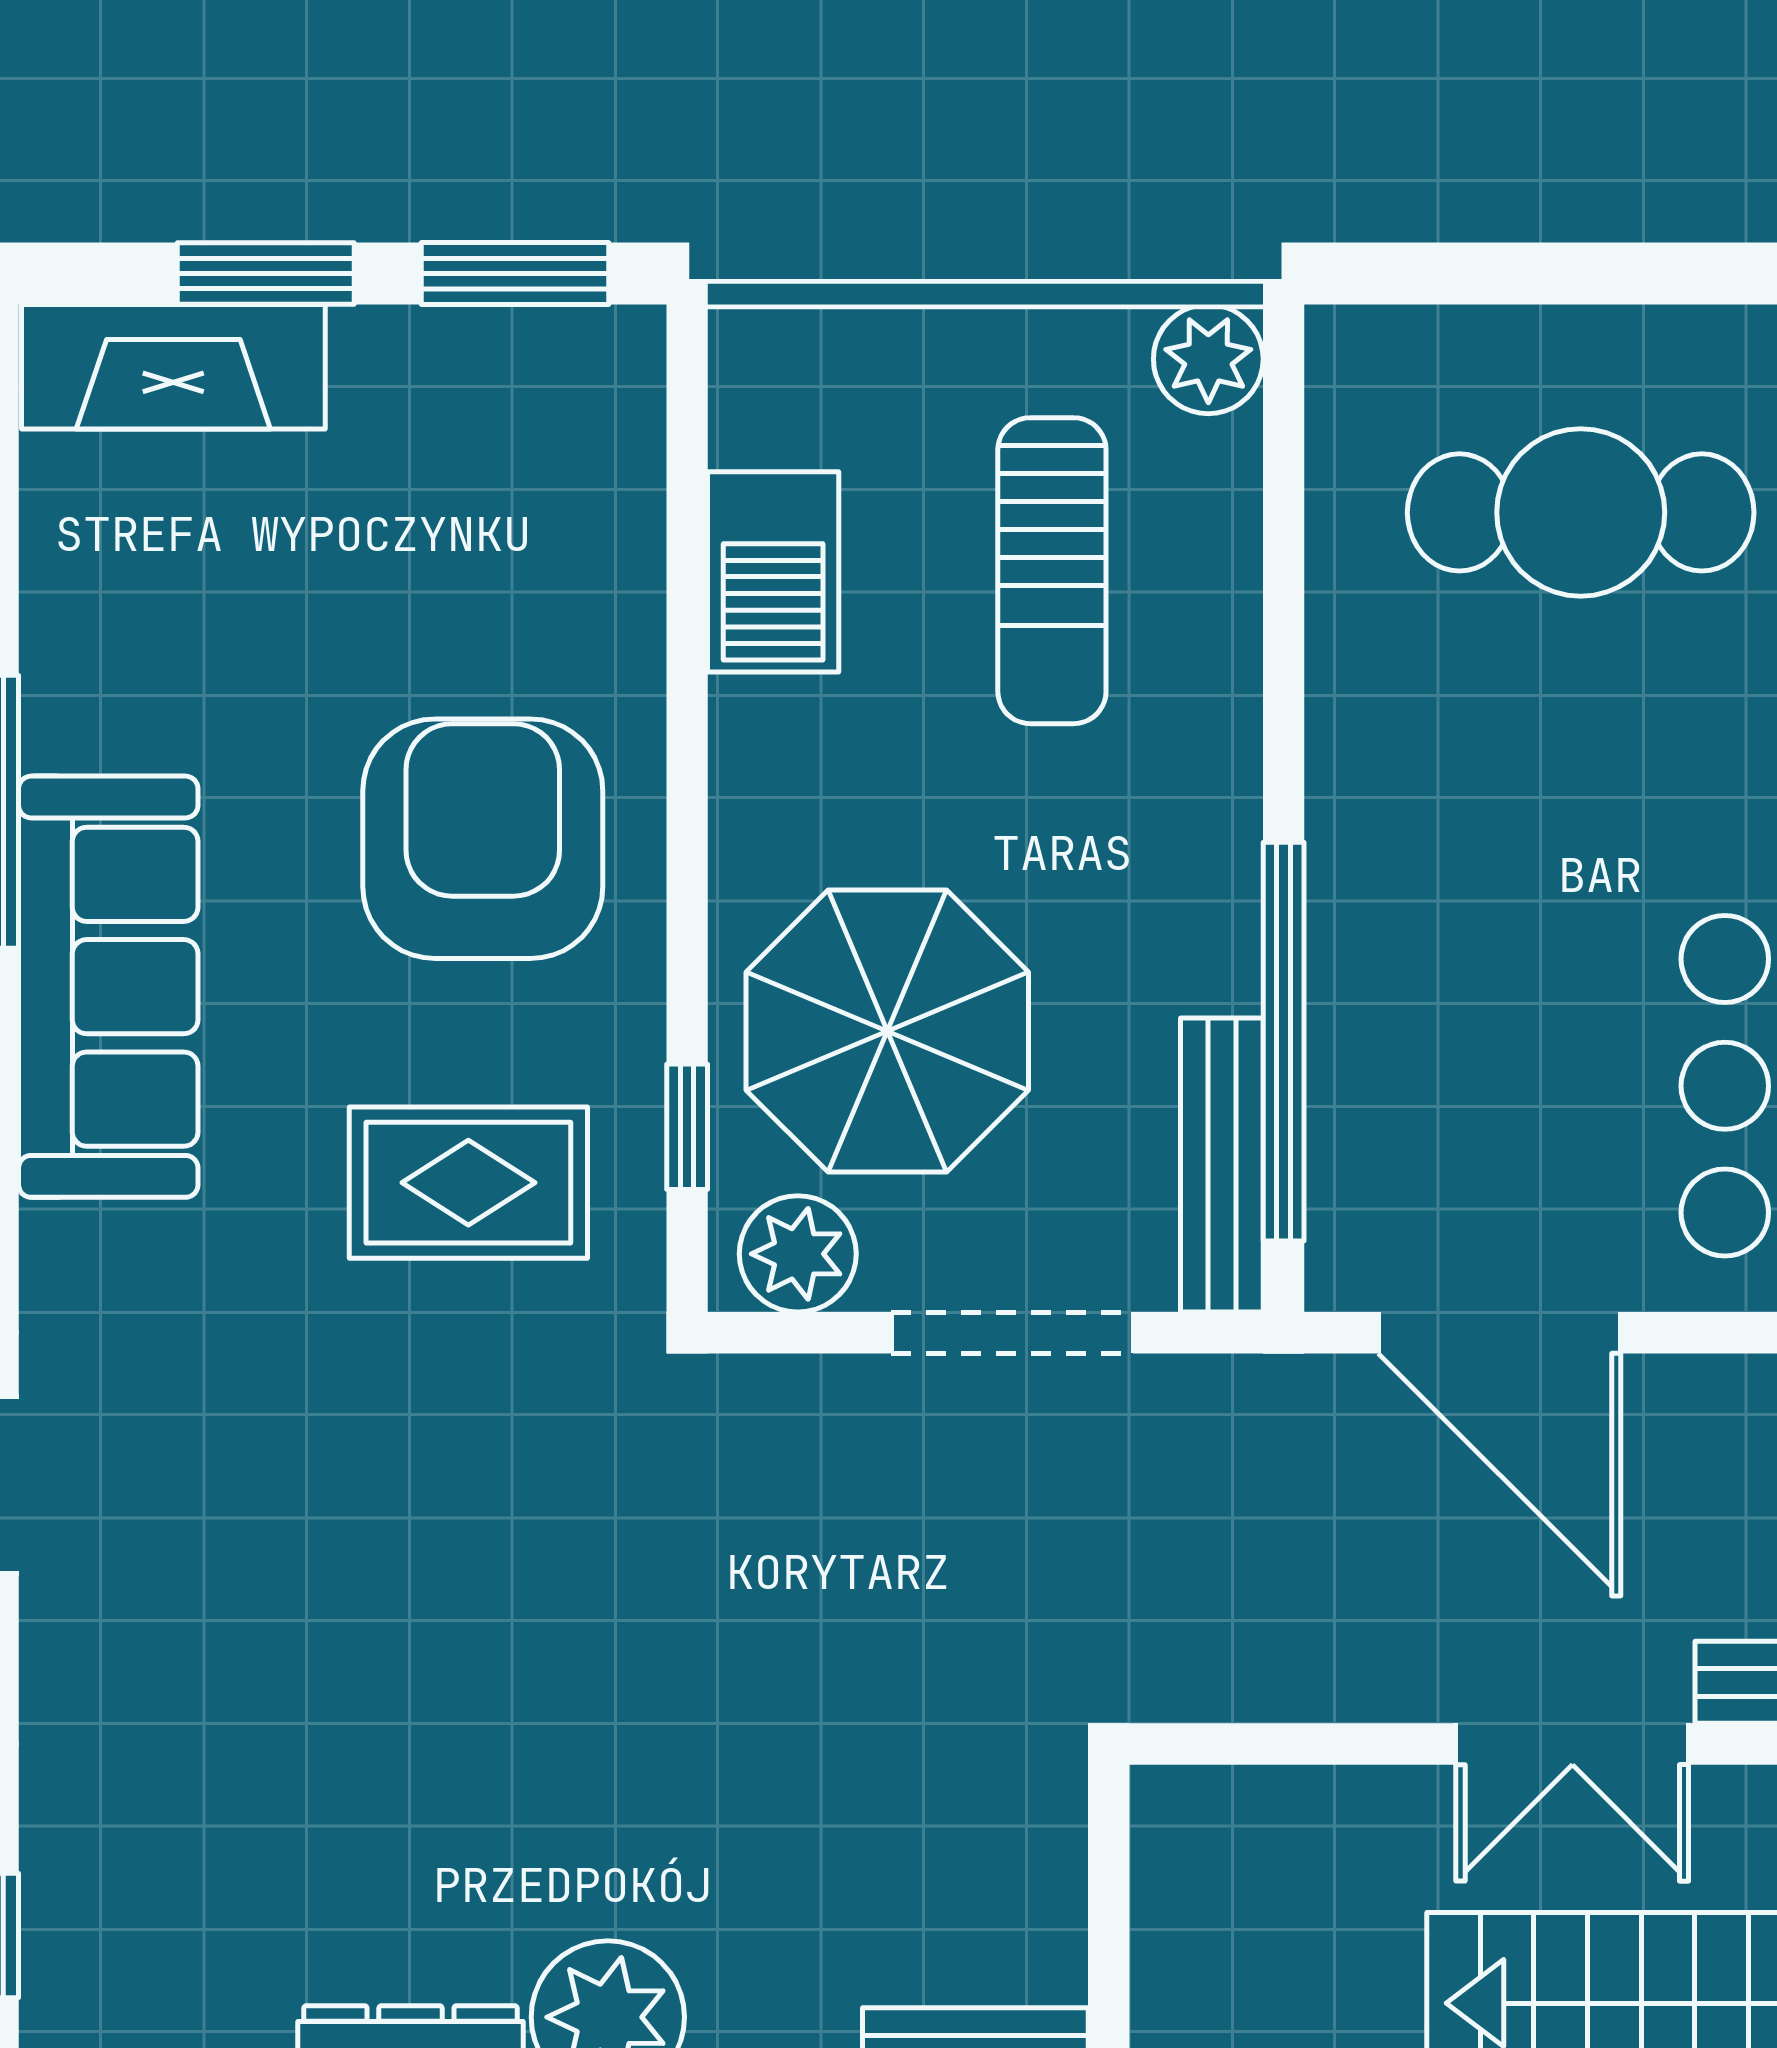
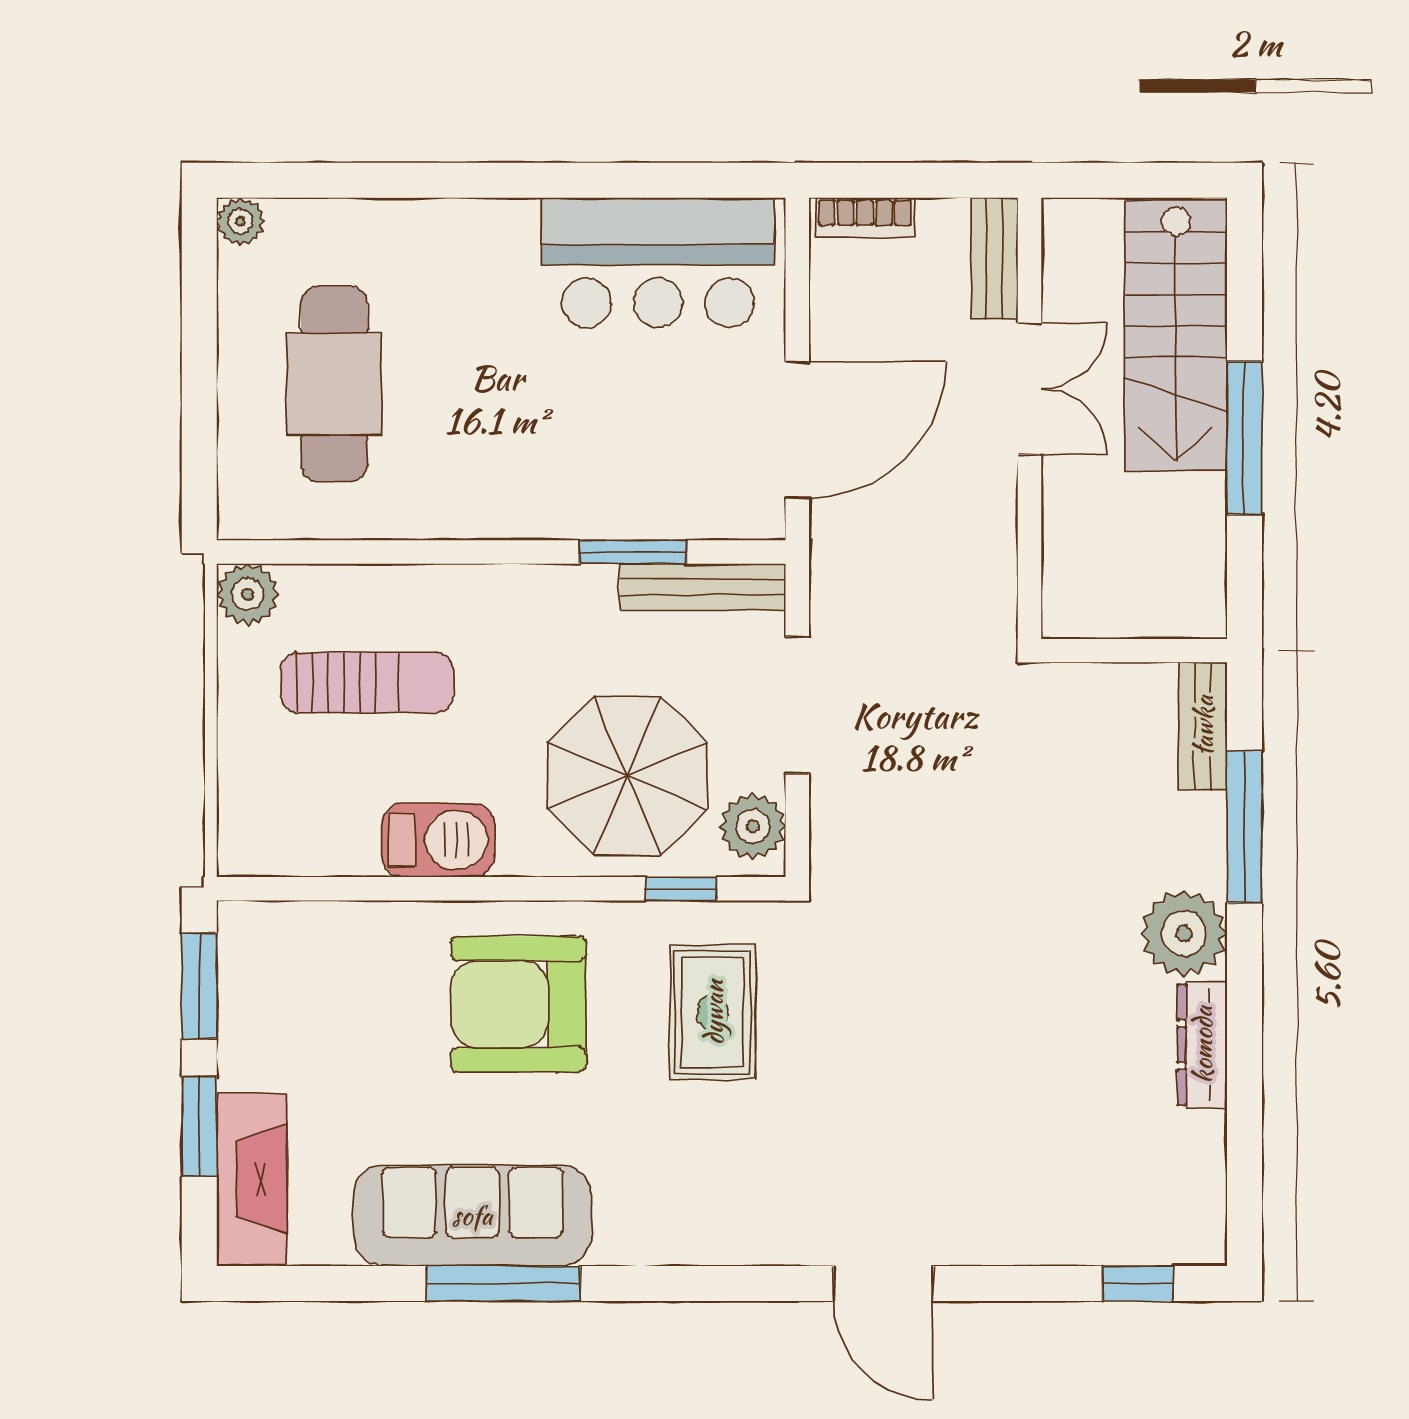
barbecue: (773, 572) -> (438, 840), moved
sofa: (108, 987) -> (472, 1215), moved
window: (1284, 1042) -> (633, 552), width x0.47

